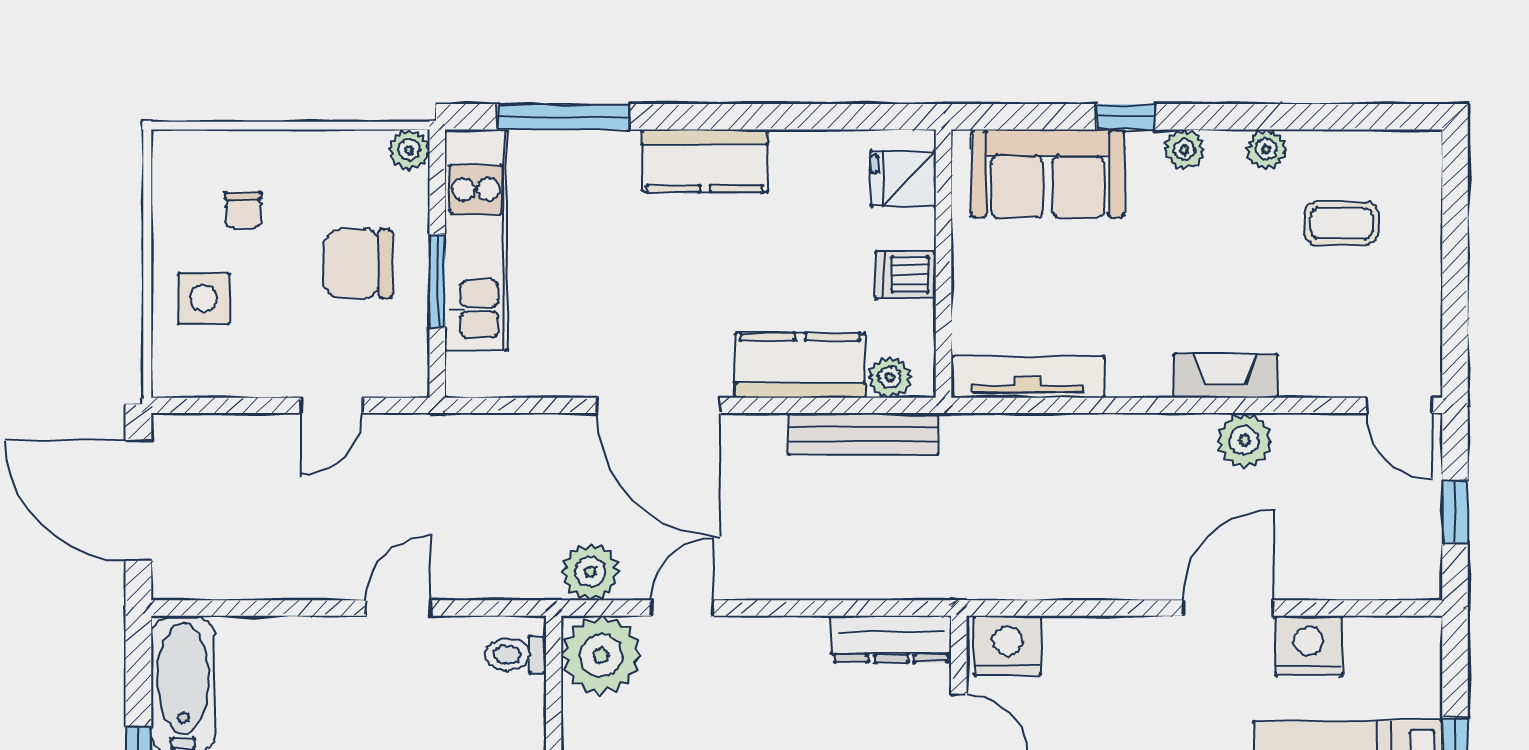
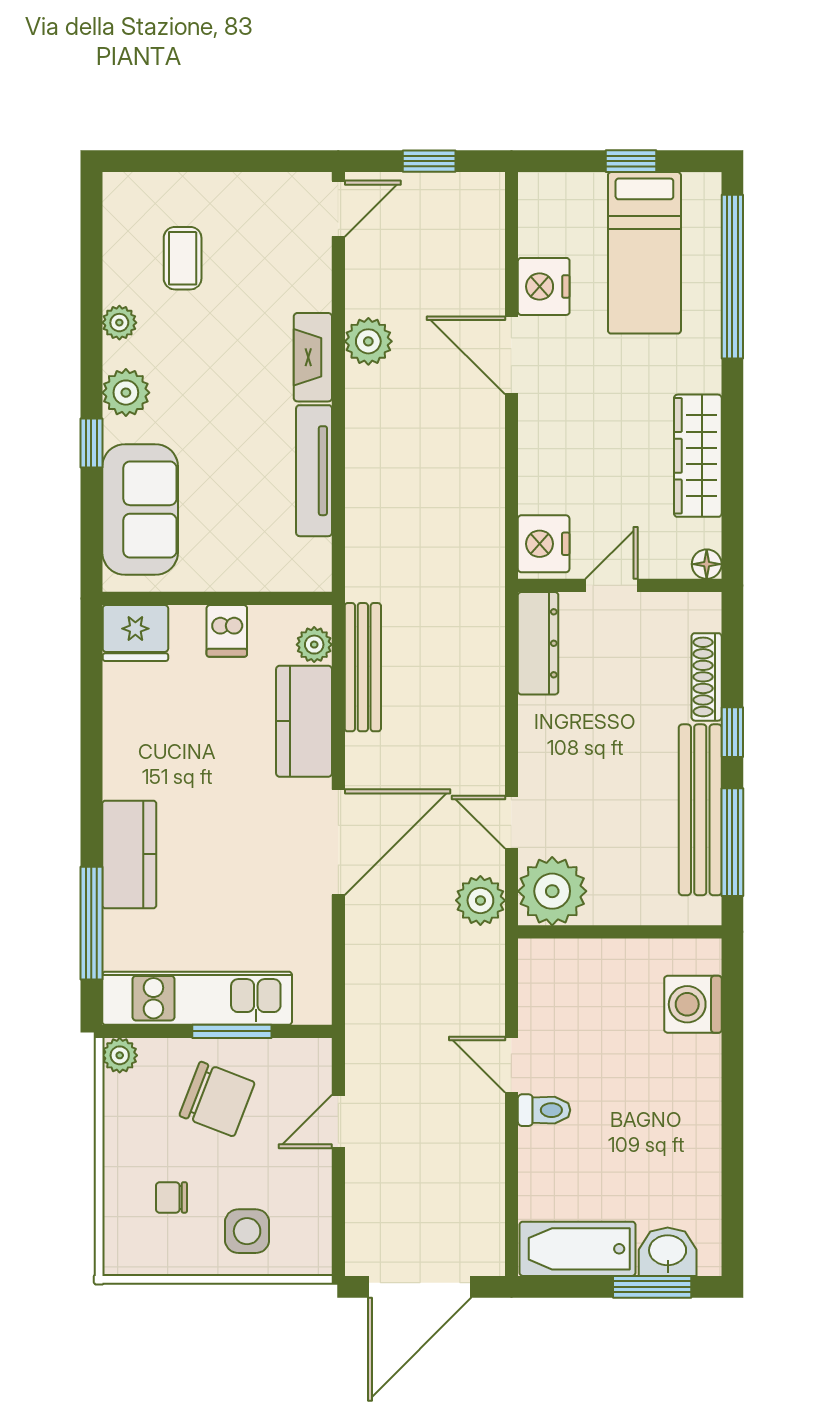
plant: (1184, 149) -> (126, 393), width x1.38, depth x1.38
kitchen counter: (705, 161) -> (129, 854), moved
fridge: (903, 179) -> (135, 633), width x1.38
chair: (243, 210) -> (171, 1197), turned 180
chair: (358, 264) -> (217, 1099), turned -69
tv unit: (1028, 377) -> (314, 471), moved
door: (332, 405) -> (338, 1122), swing flipped
toilet: (516, 654) -> (544, 1110), moved, turned -90

